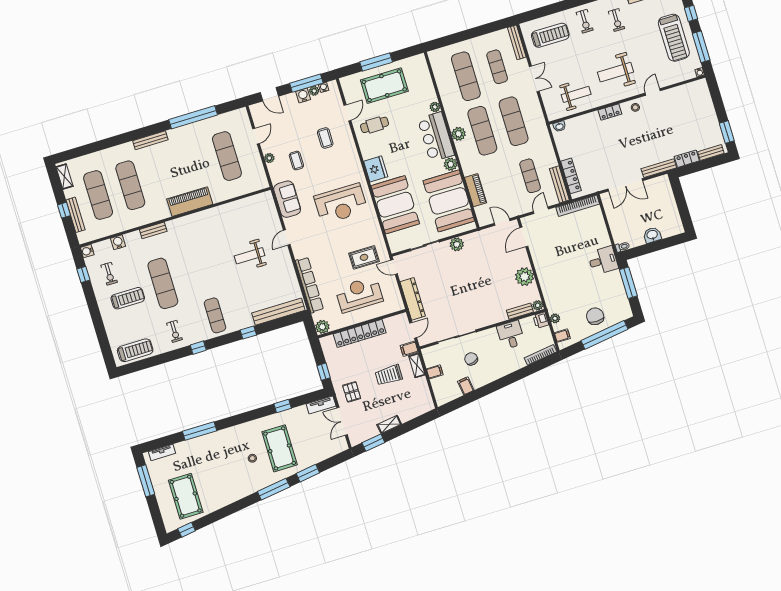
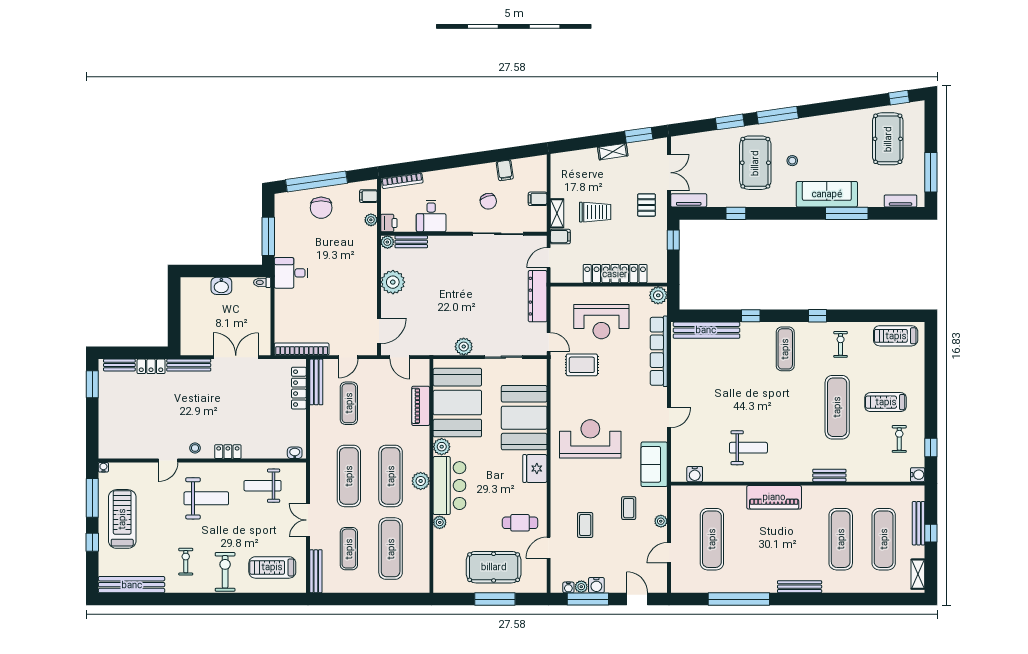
exercise bike: (585, 21) -> (225, 572), width x1.38, depth x1.39
water cooler: (118, 242) -> (695, 474), moved
weight bench: (250, 256) -> (748, 448), moved
sofa: (219, 441) -> (827, 194), added

